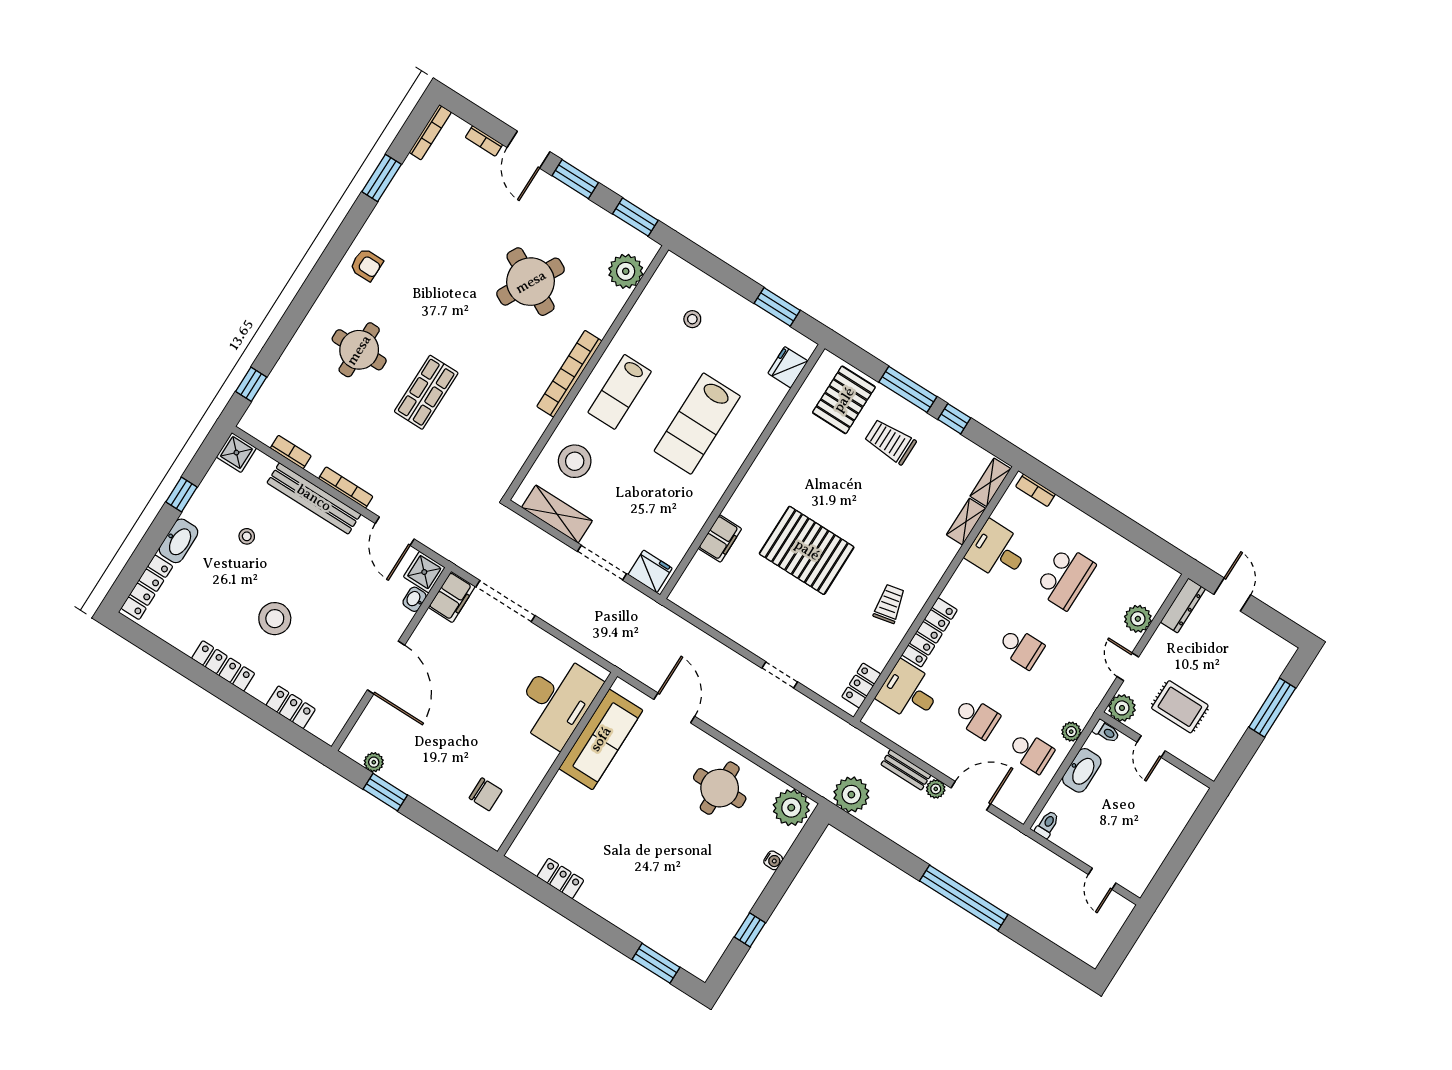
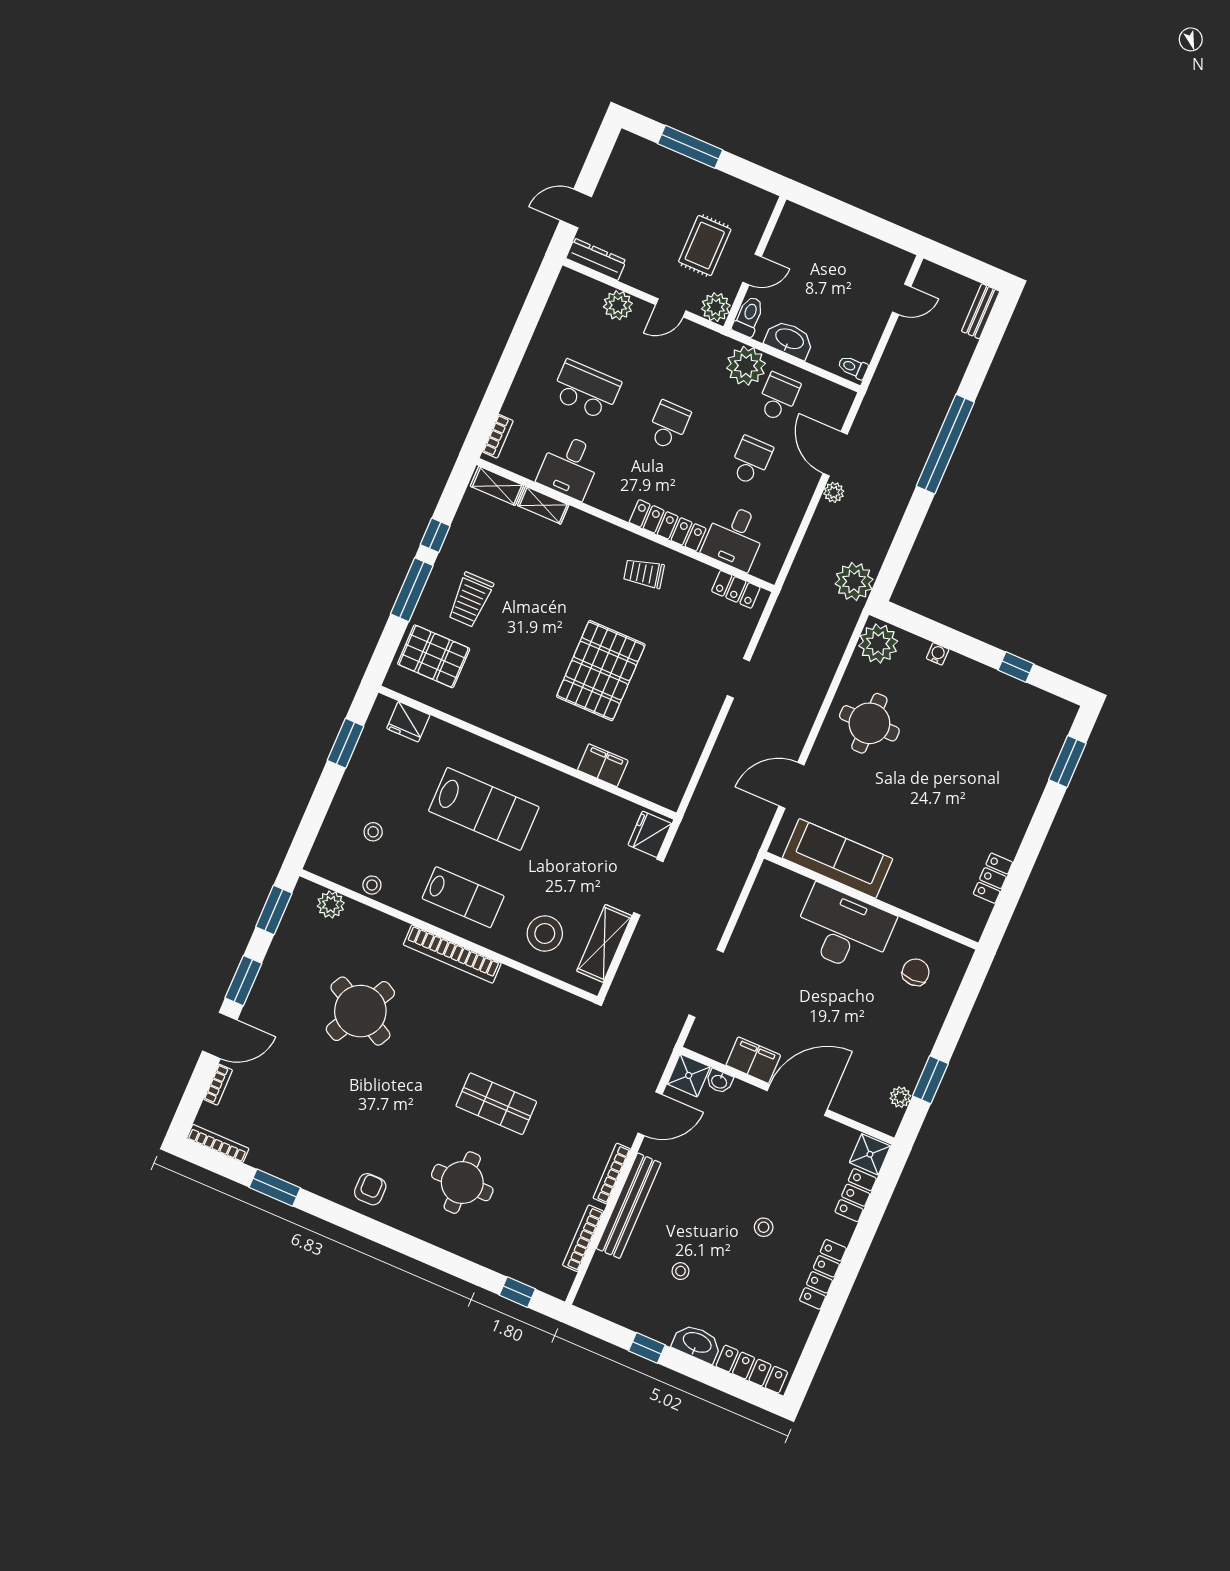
plant: (626, 271) -> (331, 905), width x0.73, depth x0.73
stool: (644, 310) -> (372, 885), added
bookcase: (291, 452) -> (583, 1238), width x1.56
shower: (236, 453) -> (870, 1154), moved
filing cabinet: (452, 597) -> (753, 1060), moved
stool: (275, 619) -> (764, 1227), width x0.53, depth x0.53
desk: (557, 700) -> (844, 930), moved
toilet: (1106, 731) -> (748, 316), width x1.37, depth x1.39
plant: (1071, 732) -> (746, 366), width x1.87, depth x1.87
bench: (906, 770) -> (981, 311), moved

